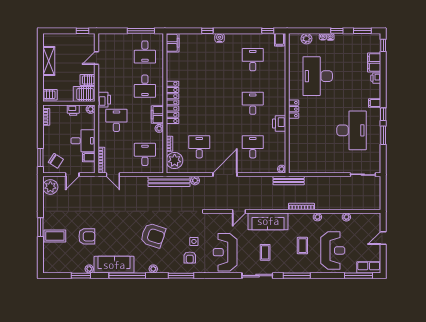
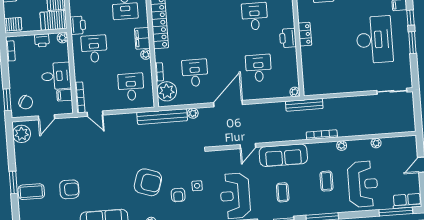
locker: (294, 109) -> (305, 34), moved
armchair: (190, 257) -> (178, 195), moved

